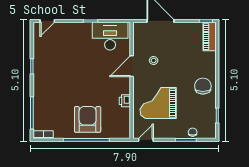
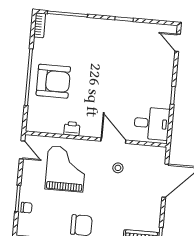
desk: (110, 36) -> (152, 123), width x0.73

